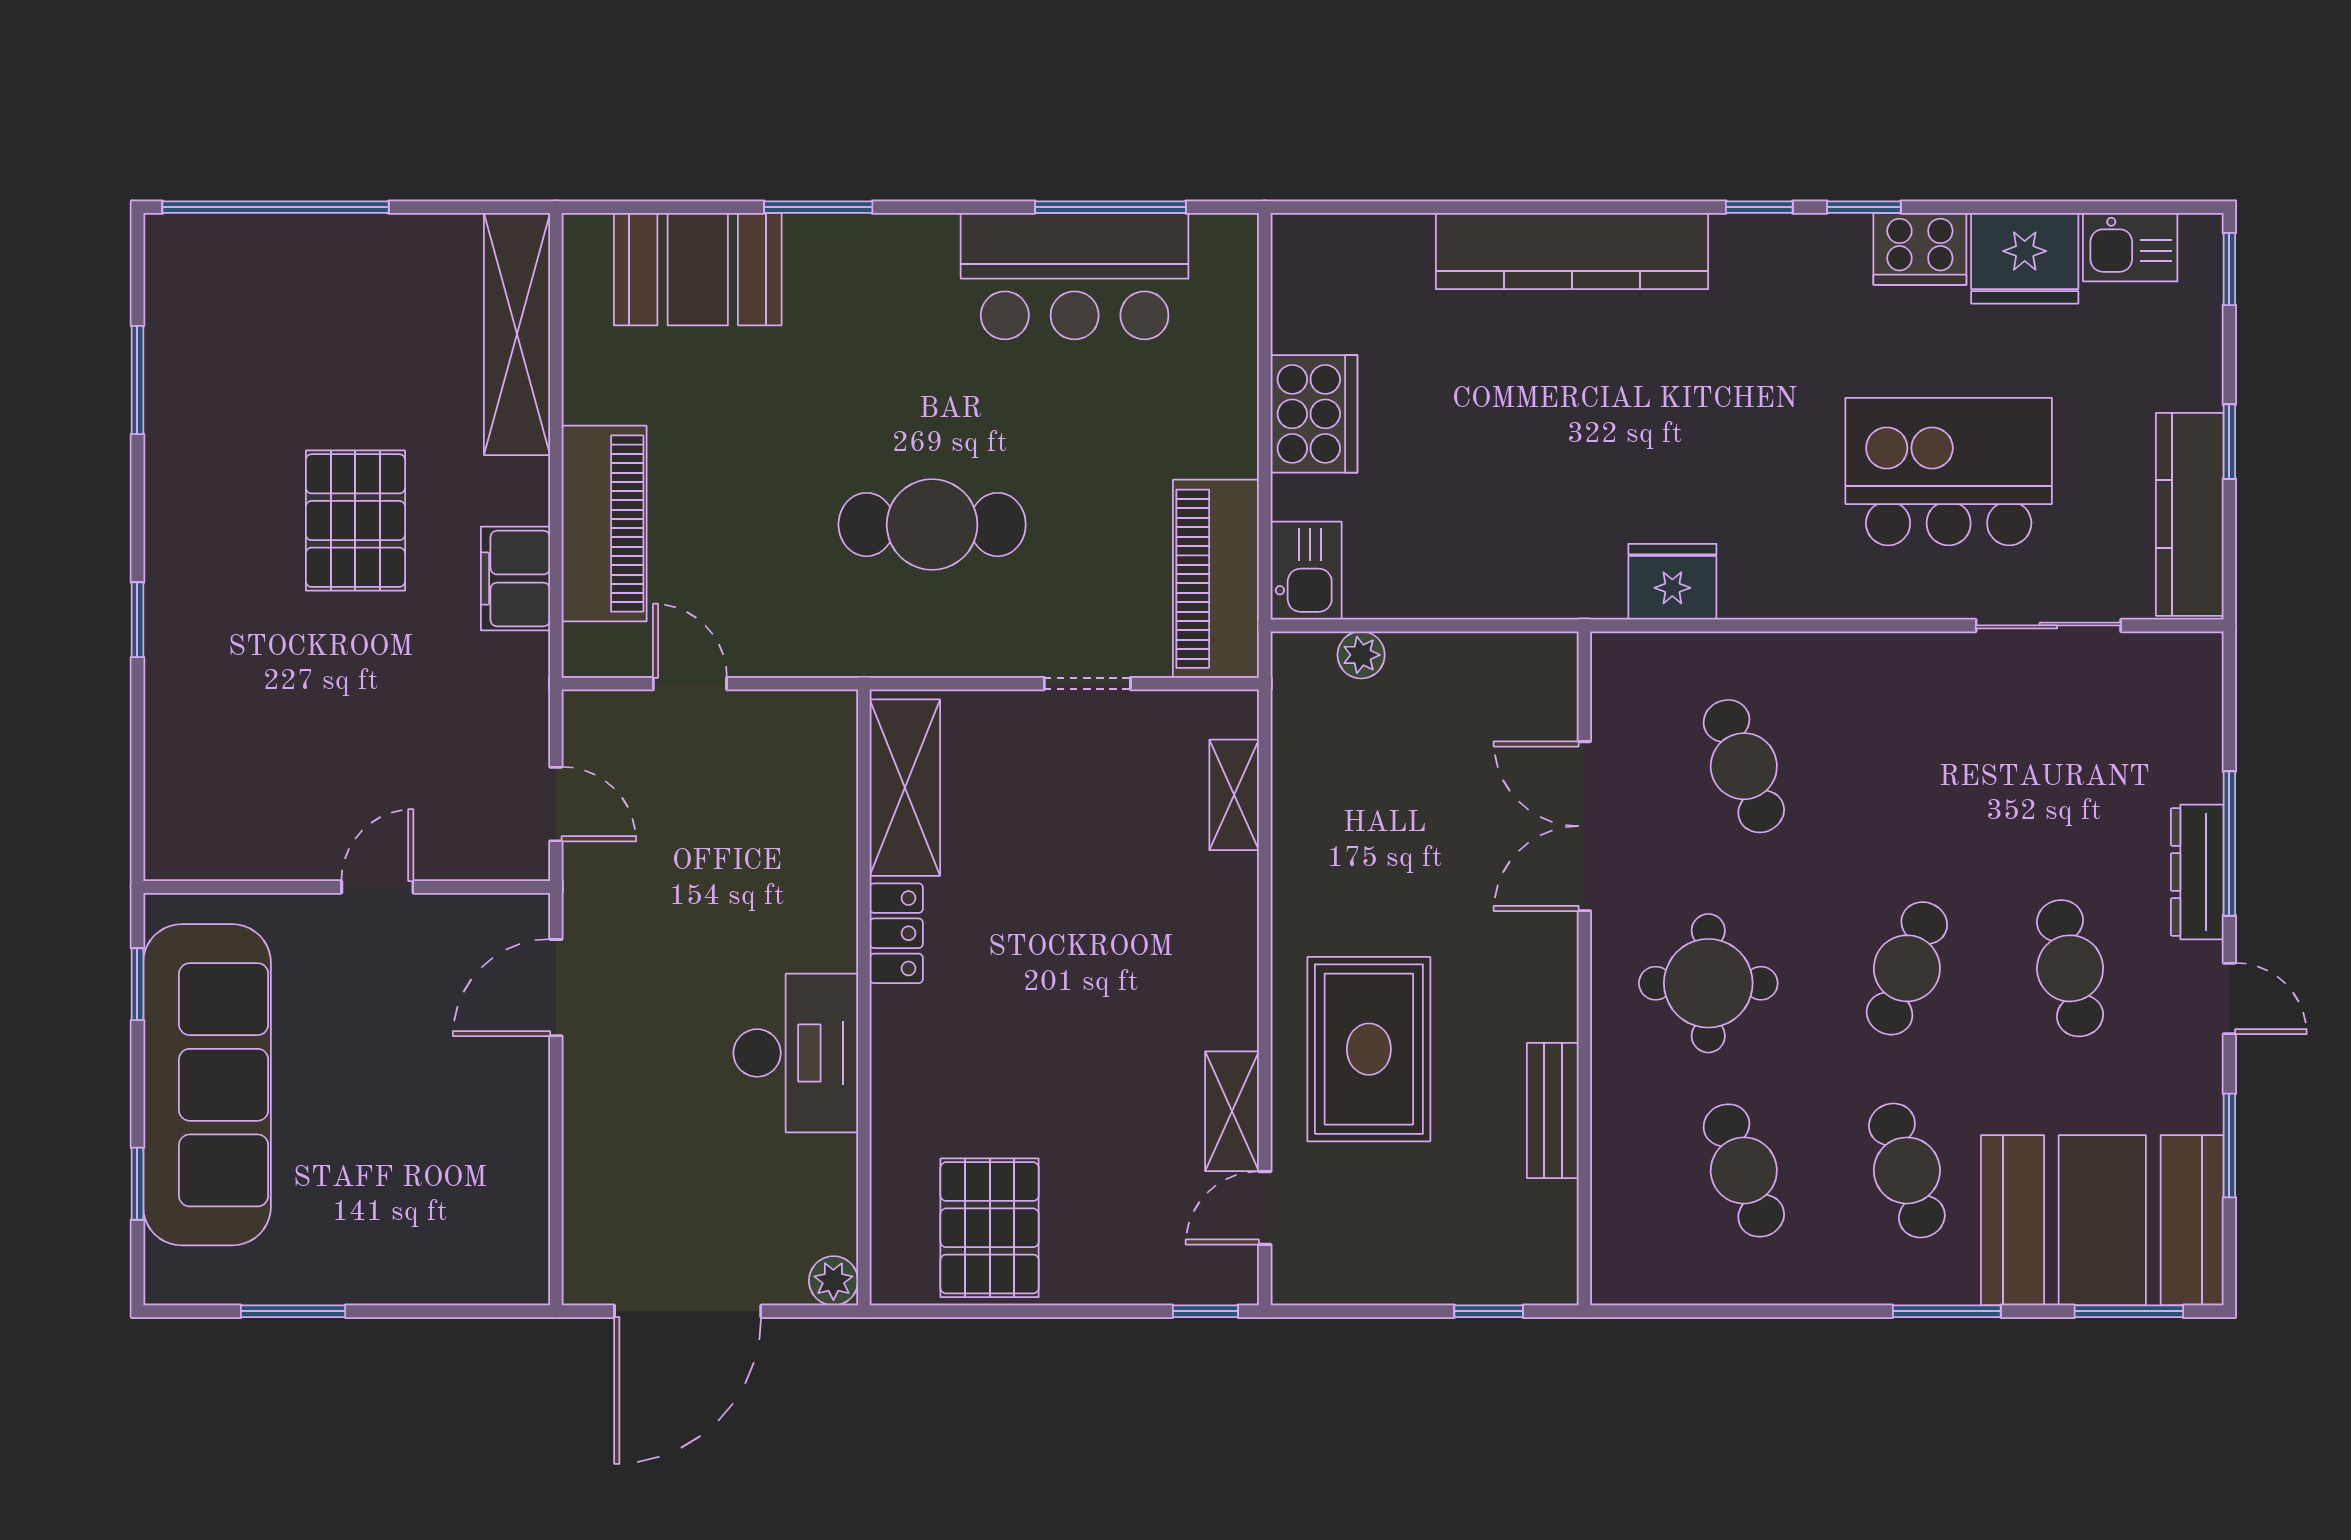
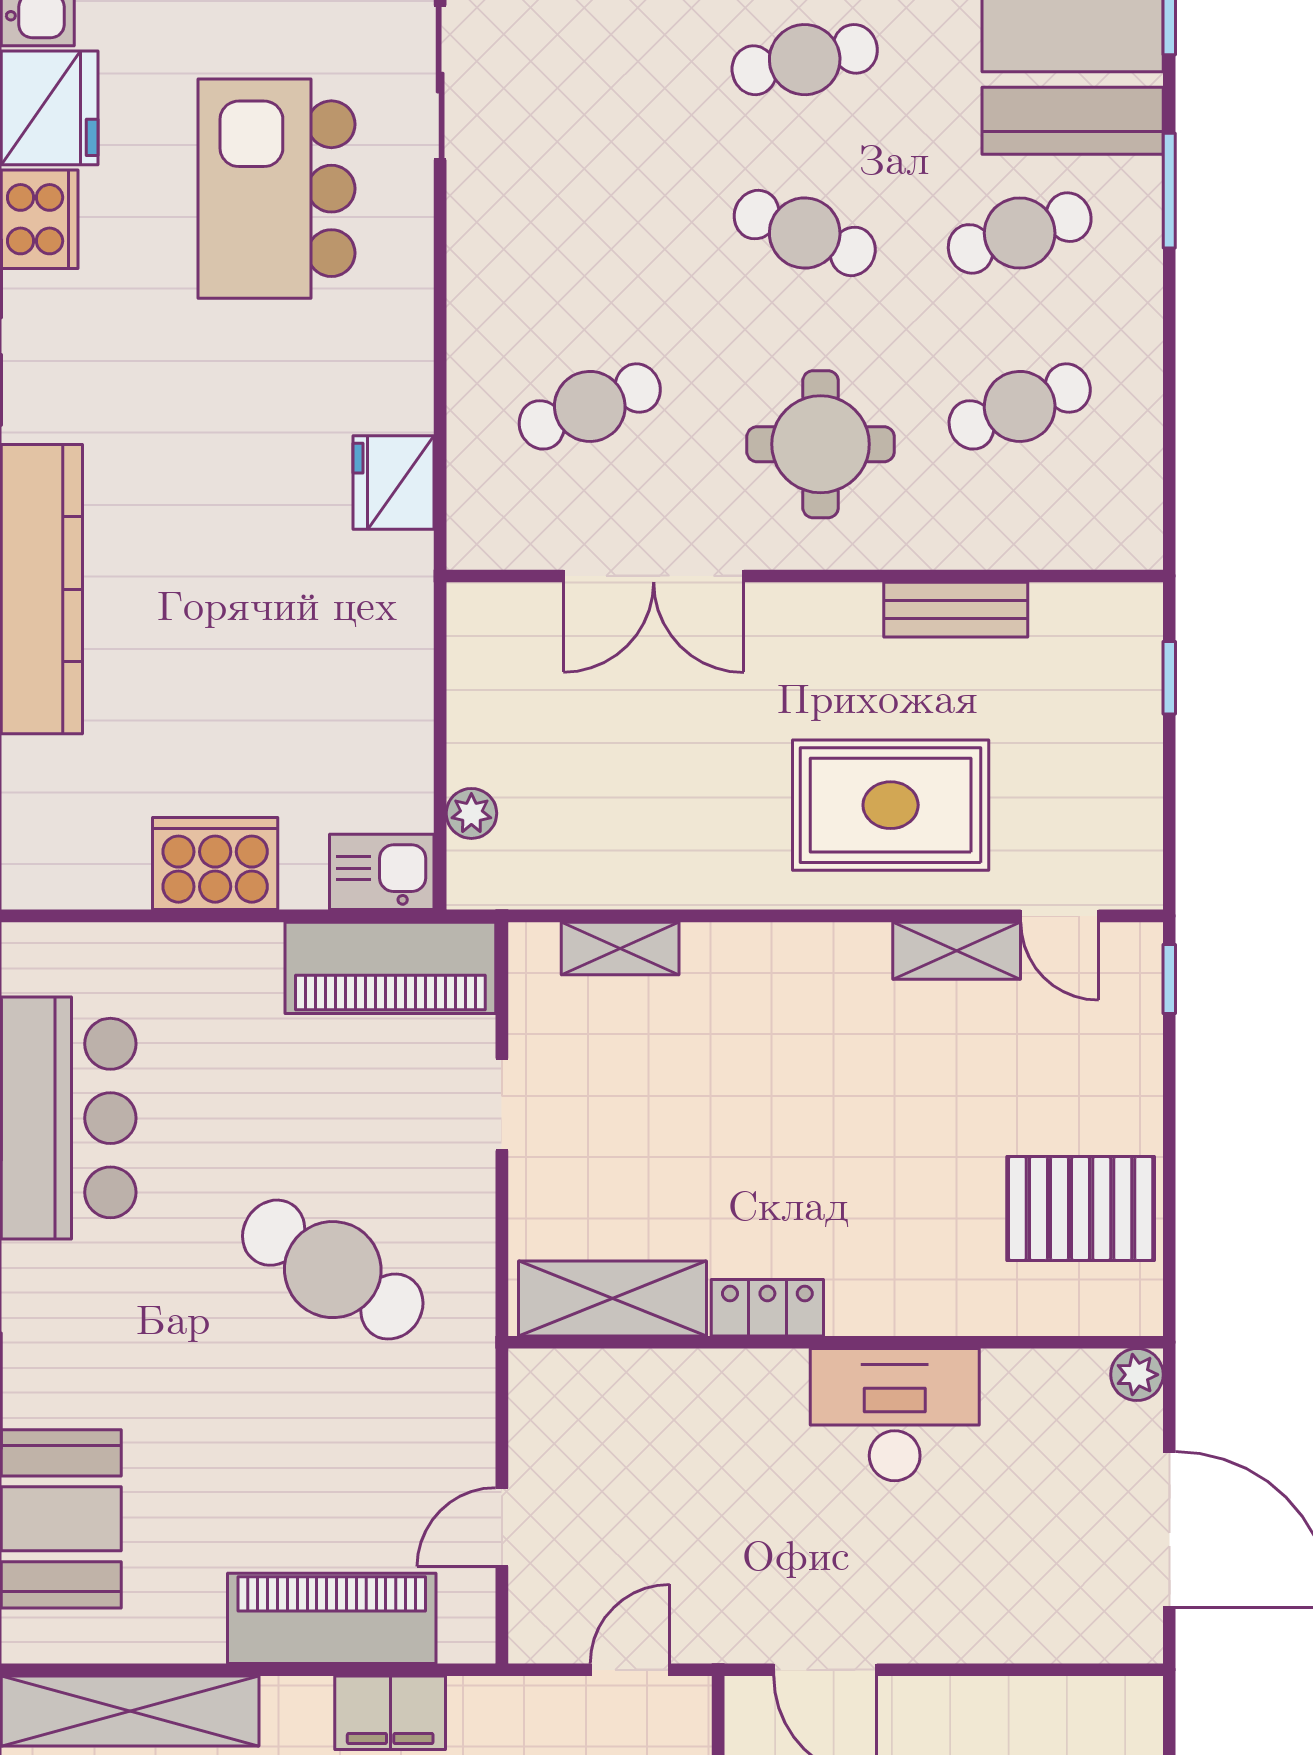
cafe table: (932, 525) -> (333, 1270), turned -58

